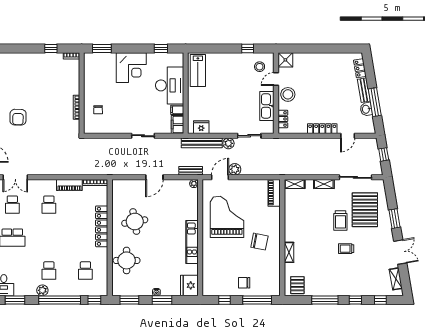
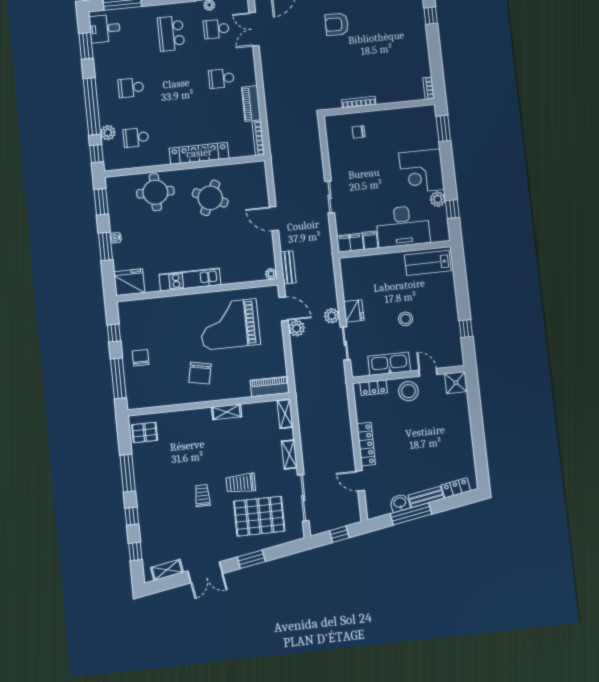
window: (51, 48) -> (431, 16), moved
plant: (153, 58) -> (438, 199), added
stool: (260, 67) -> (406, 319), moved
fridge: (201, 127) -> (354, 311), moved
bench: (202, 143) -> (328, 279), removed
grand piano: (227, 217) -> (230, 324), turned 180
round table: (135, 222) -> (210, 198), turned 35
shelving: (289, 252) -> (227, 412), moved
plant: (42, 290) -> (108, 133), moved

